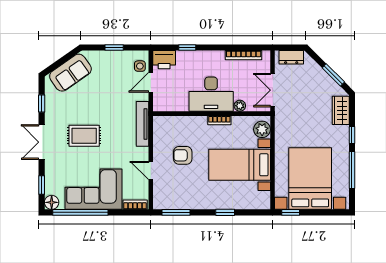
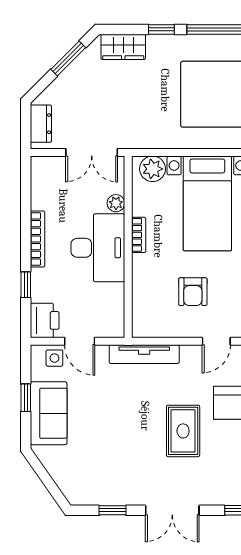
bookcase: (244, 55) -> (38, 239), moved
sofa: (70, 73) -> (49, 413), moved, turned 35
rug: (84, 136) -> (183, 431), moved

